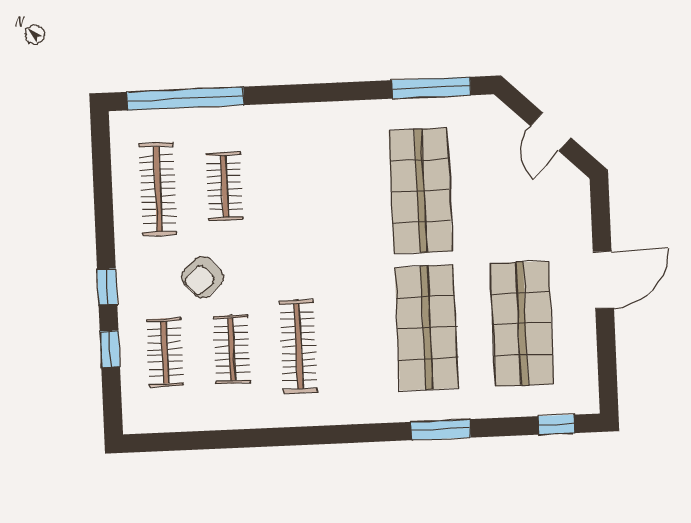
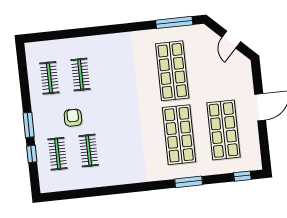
window: (185, 98) -> (60, 35), removed
clothes rail: (158, 189) -> (49, 78), width x0.73
armchair: (203, 277) -> (73, 118), turned 132
window: (107, 287) -> (29, 125), width x1.50
clothes rail: (298, 346) -> (120, 147), removed

